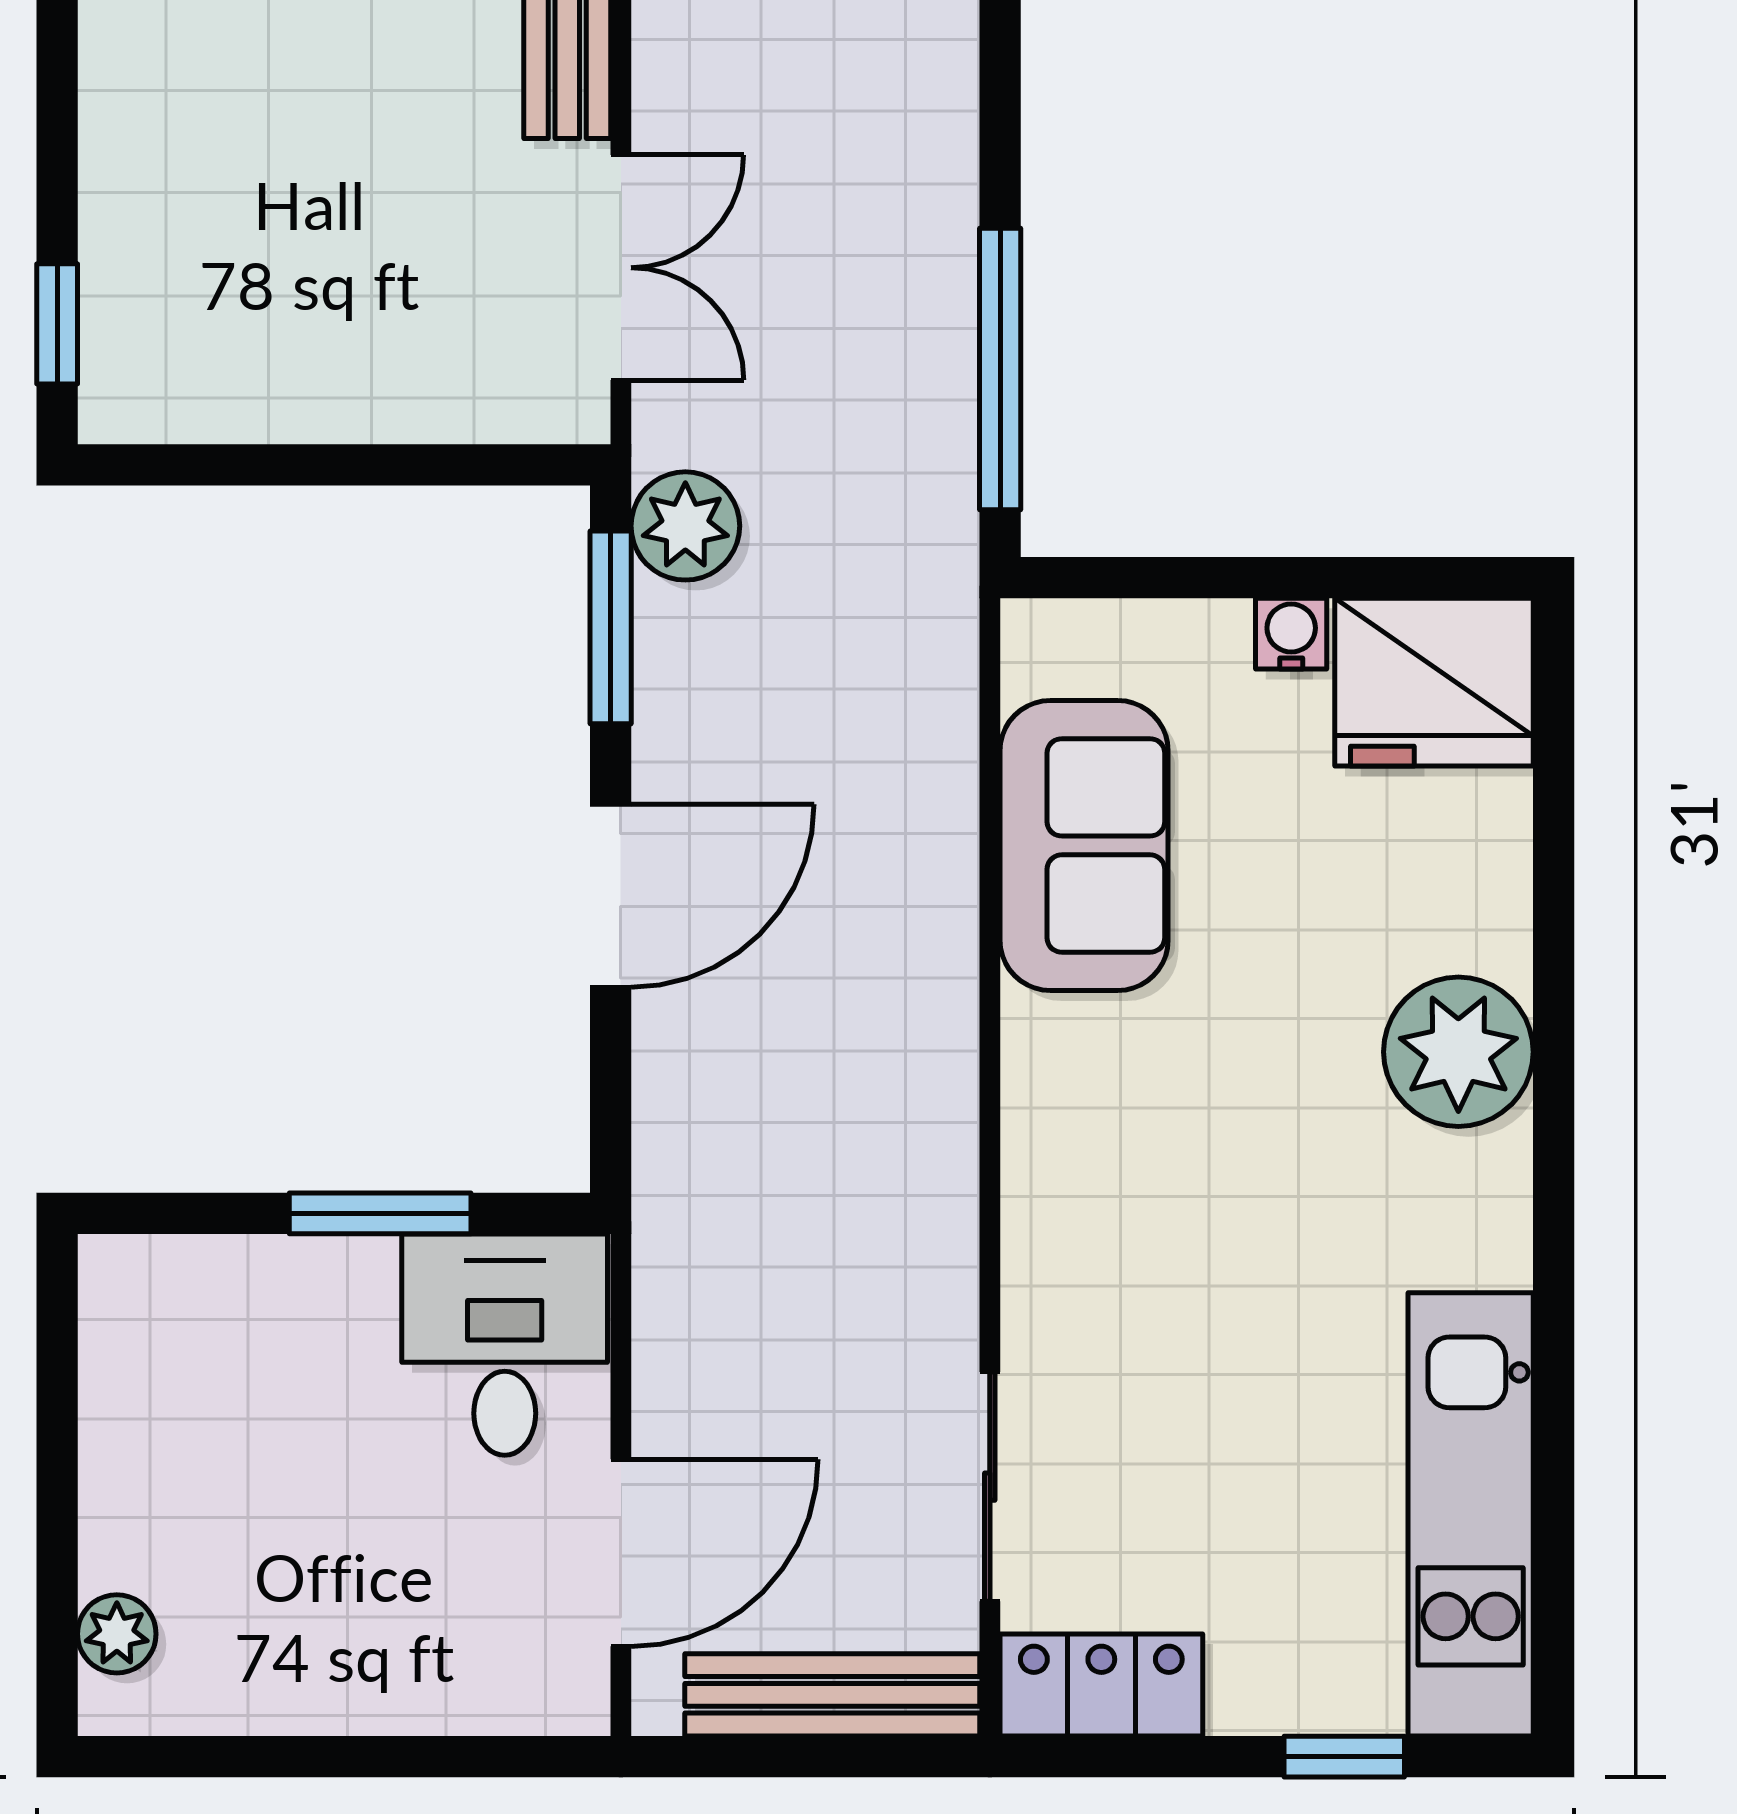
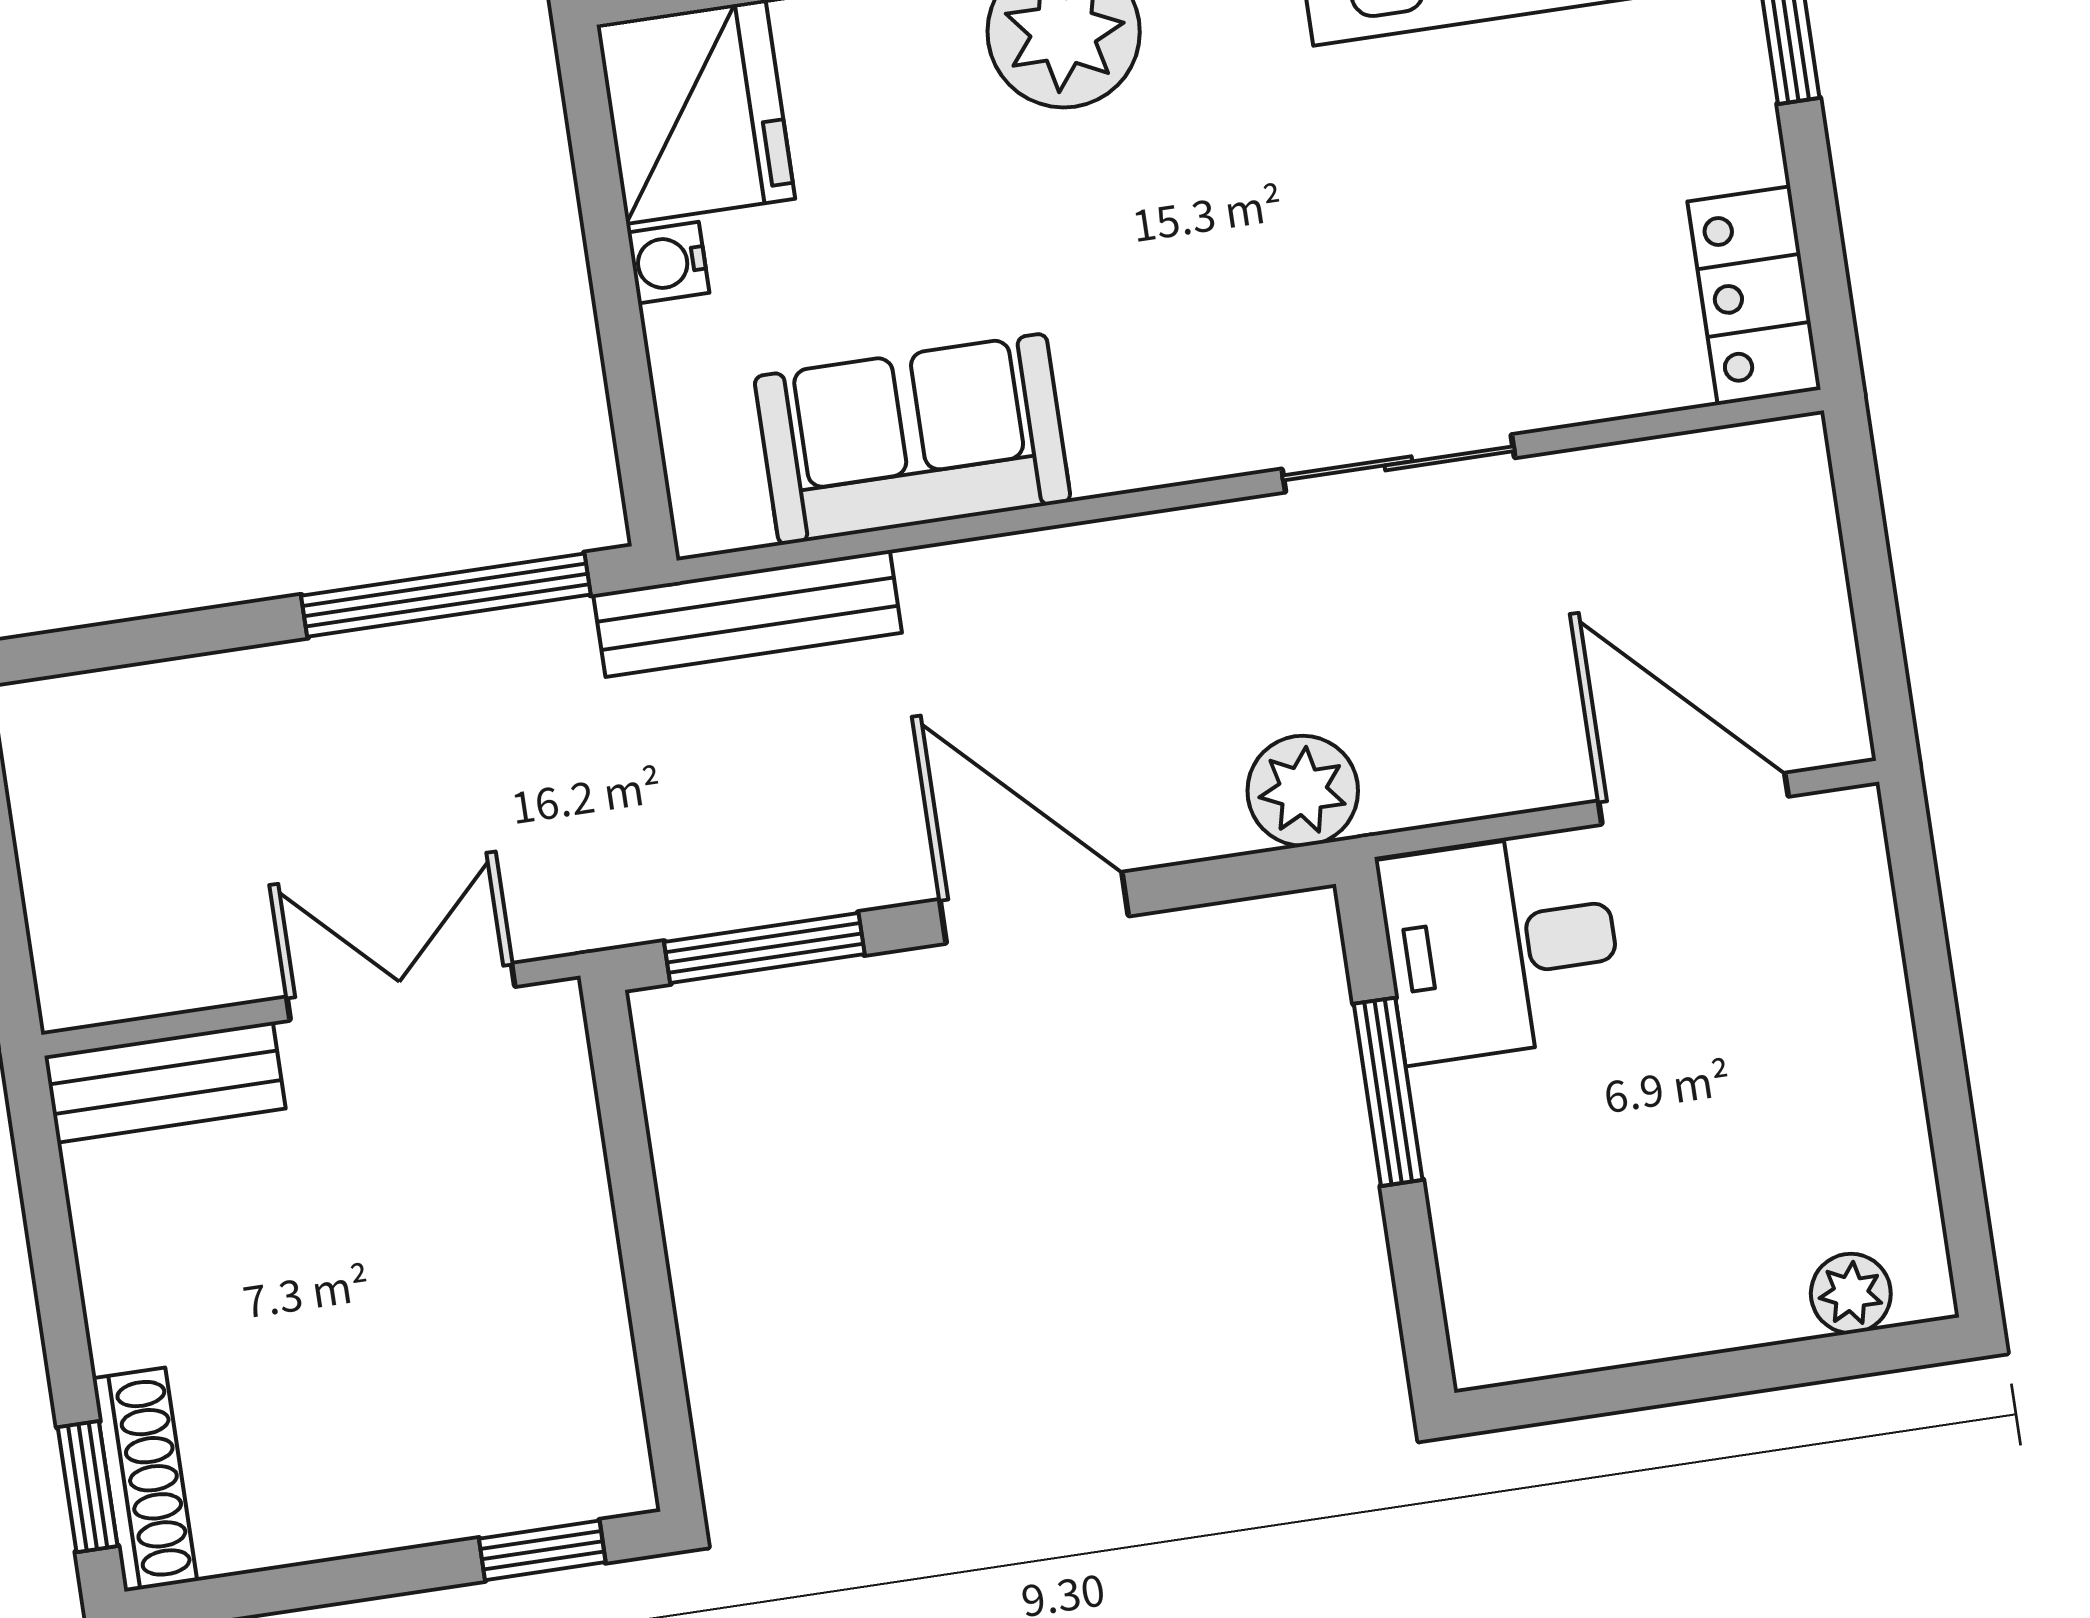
plant: (685, 526) -> (1303, 791), moved
sliding door: (990, 1487) -> (1398, 463), moved
bench: (832, 1695) -> (748, 614), moved, turned 90

